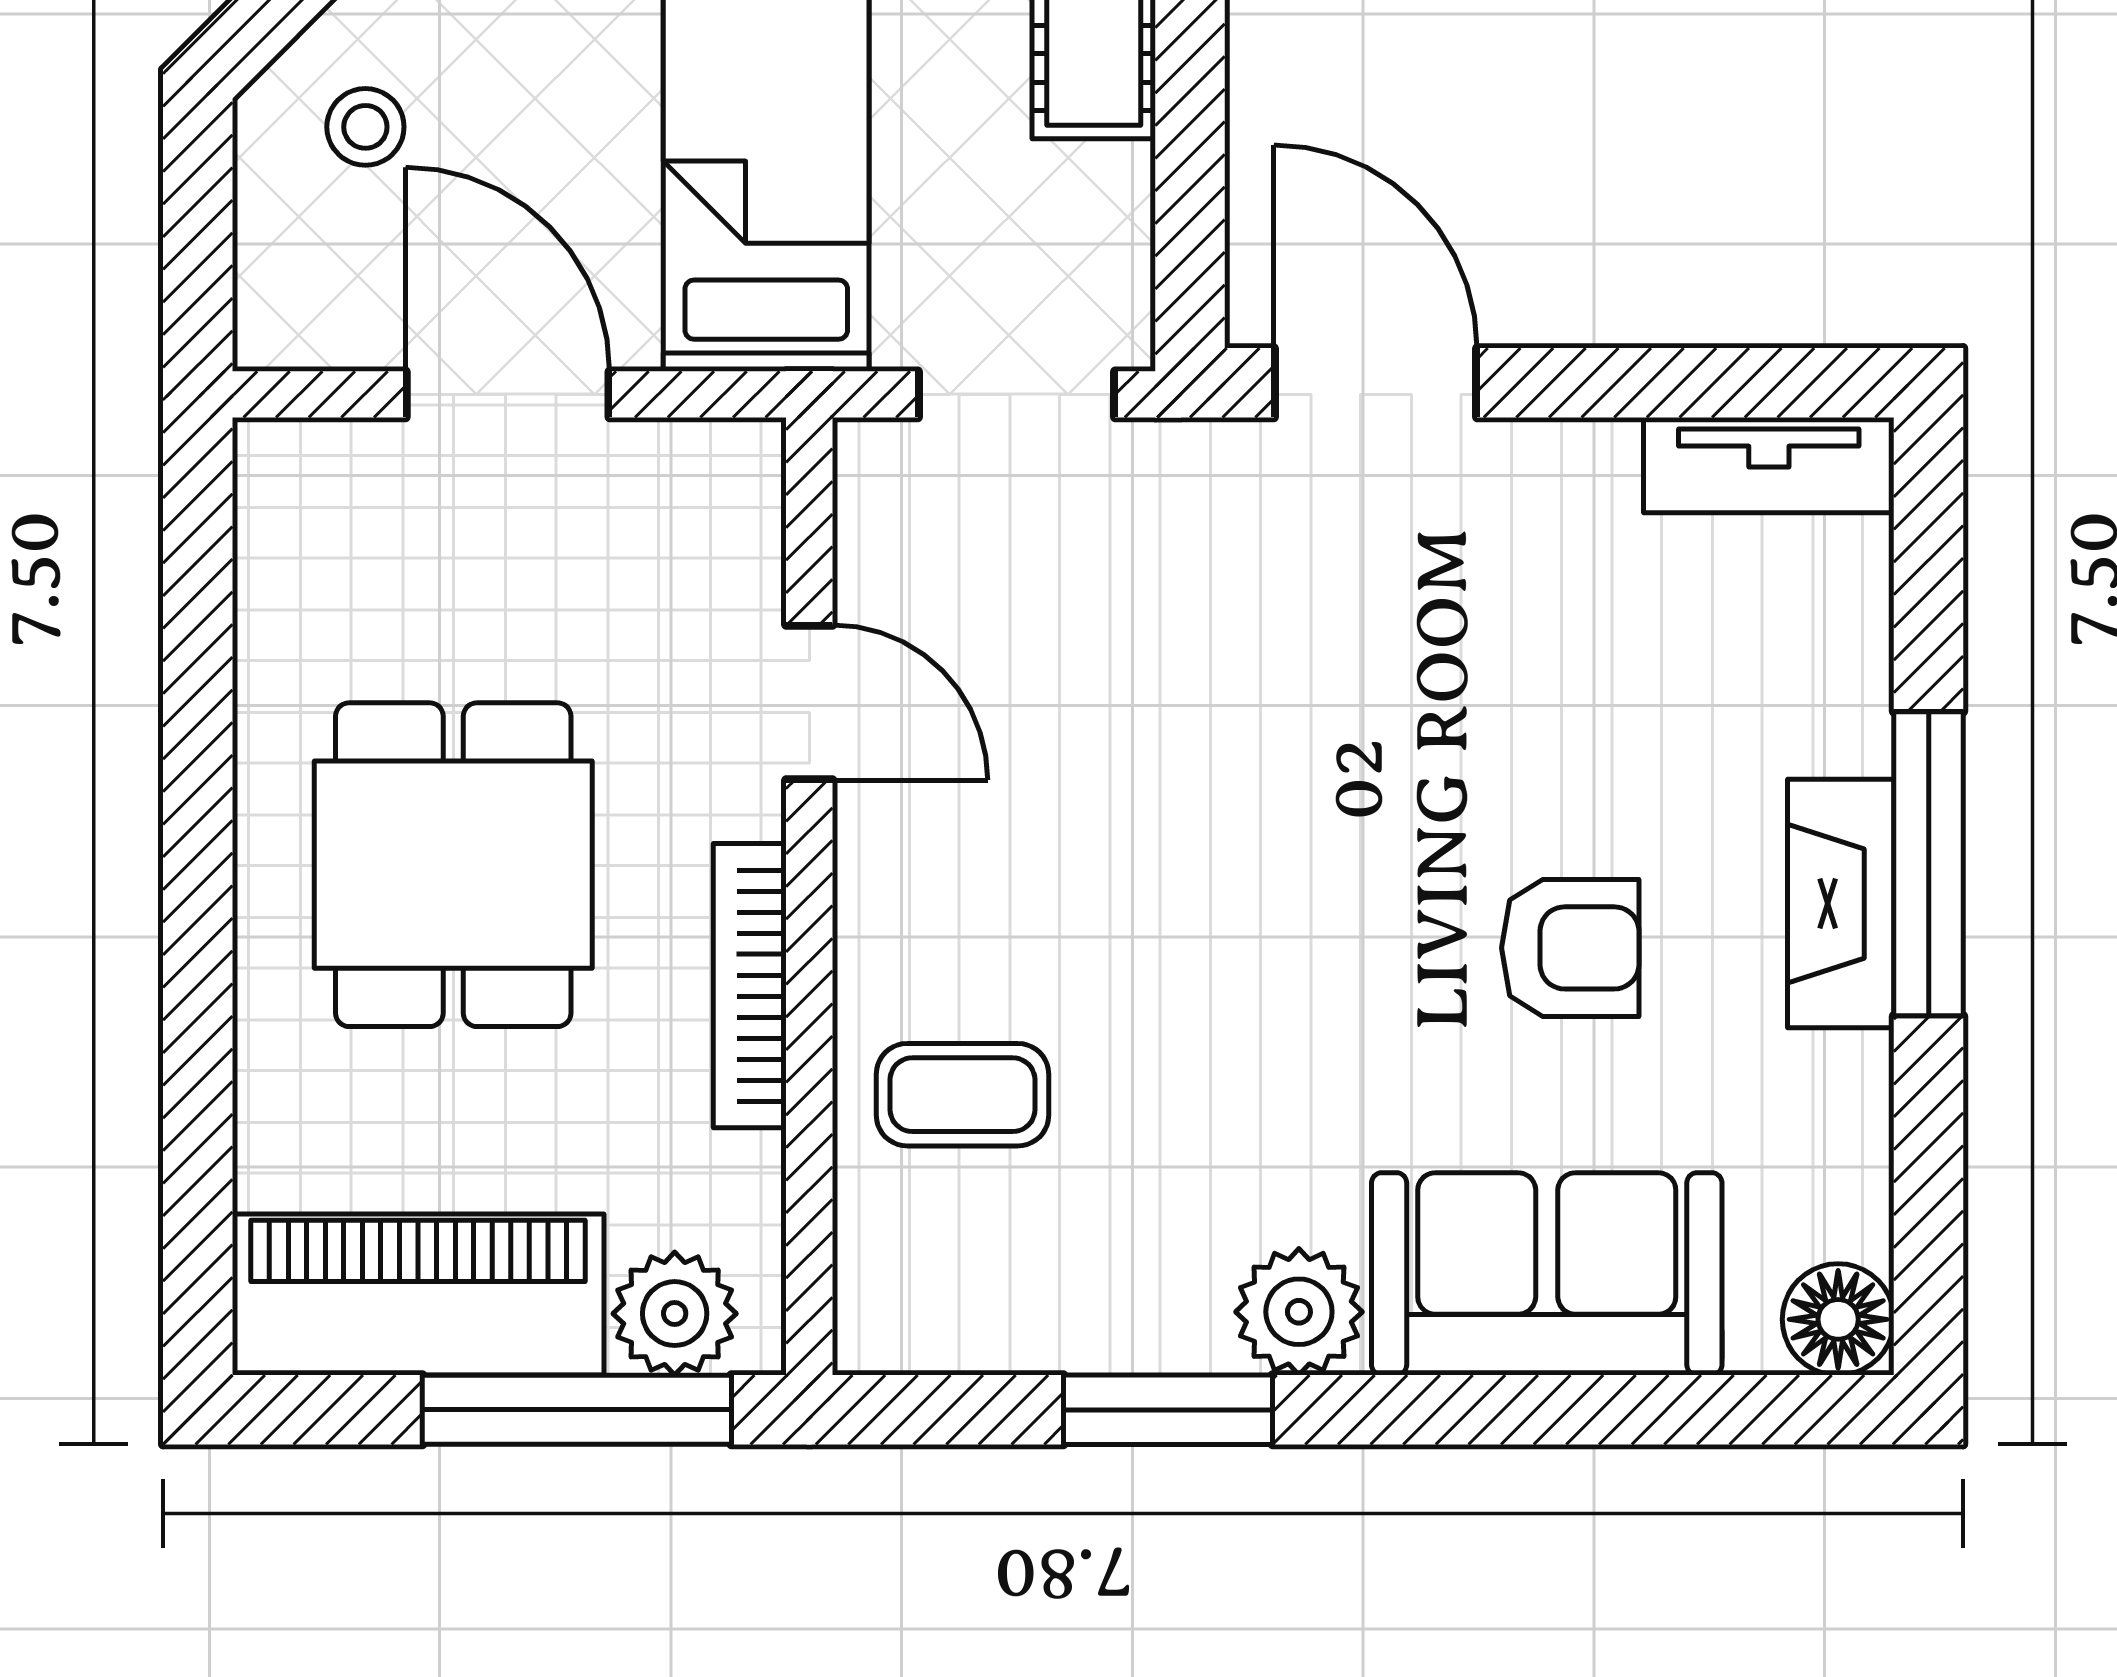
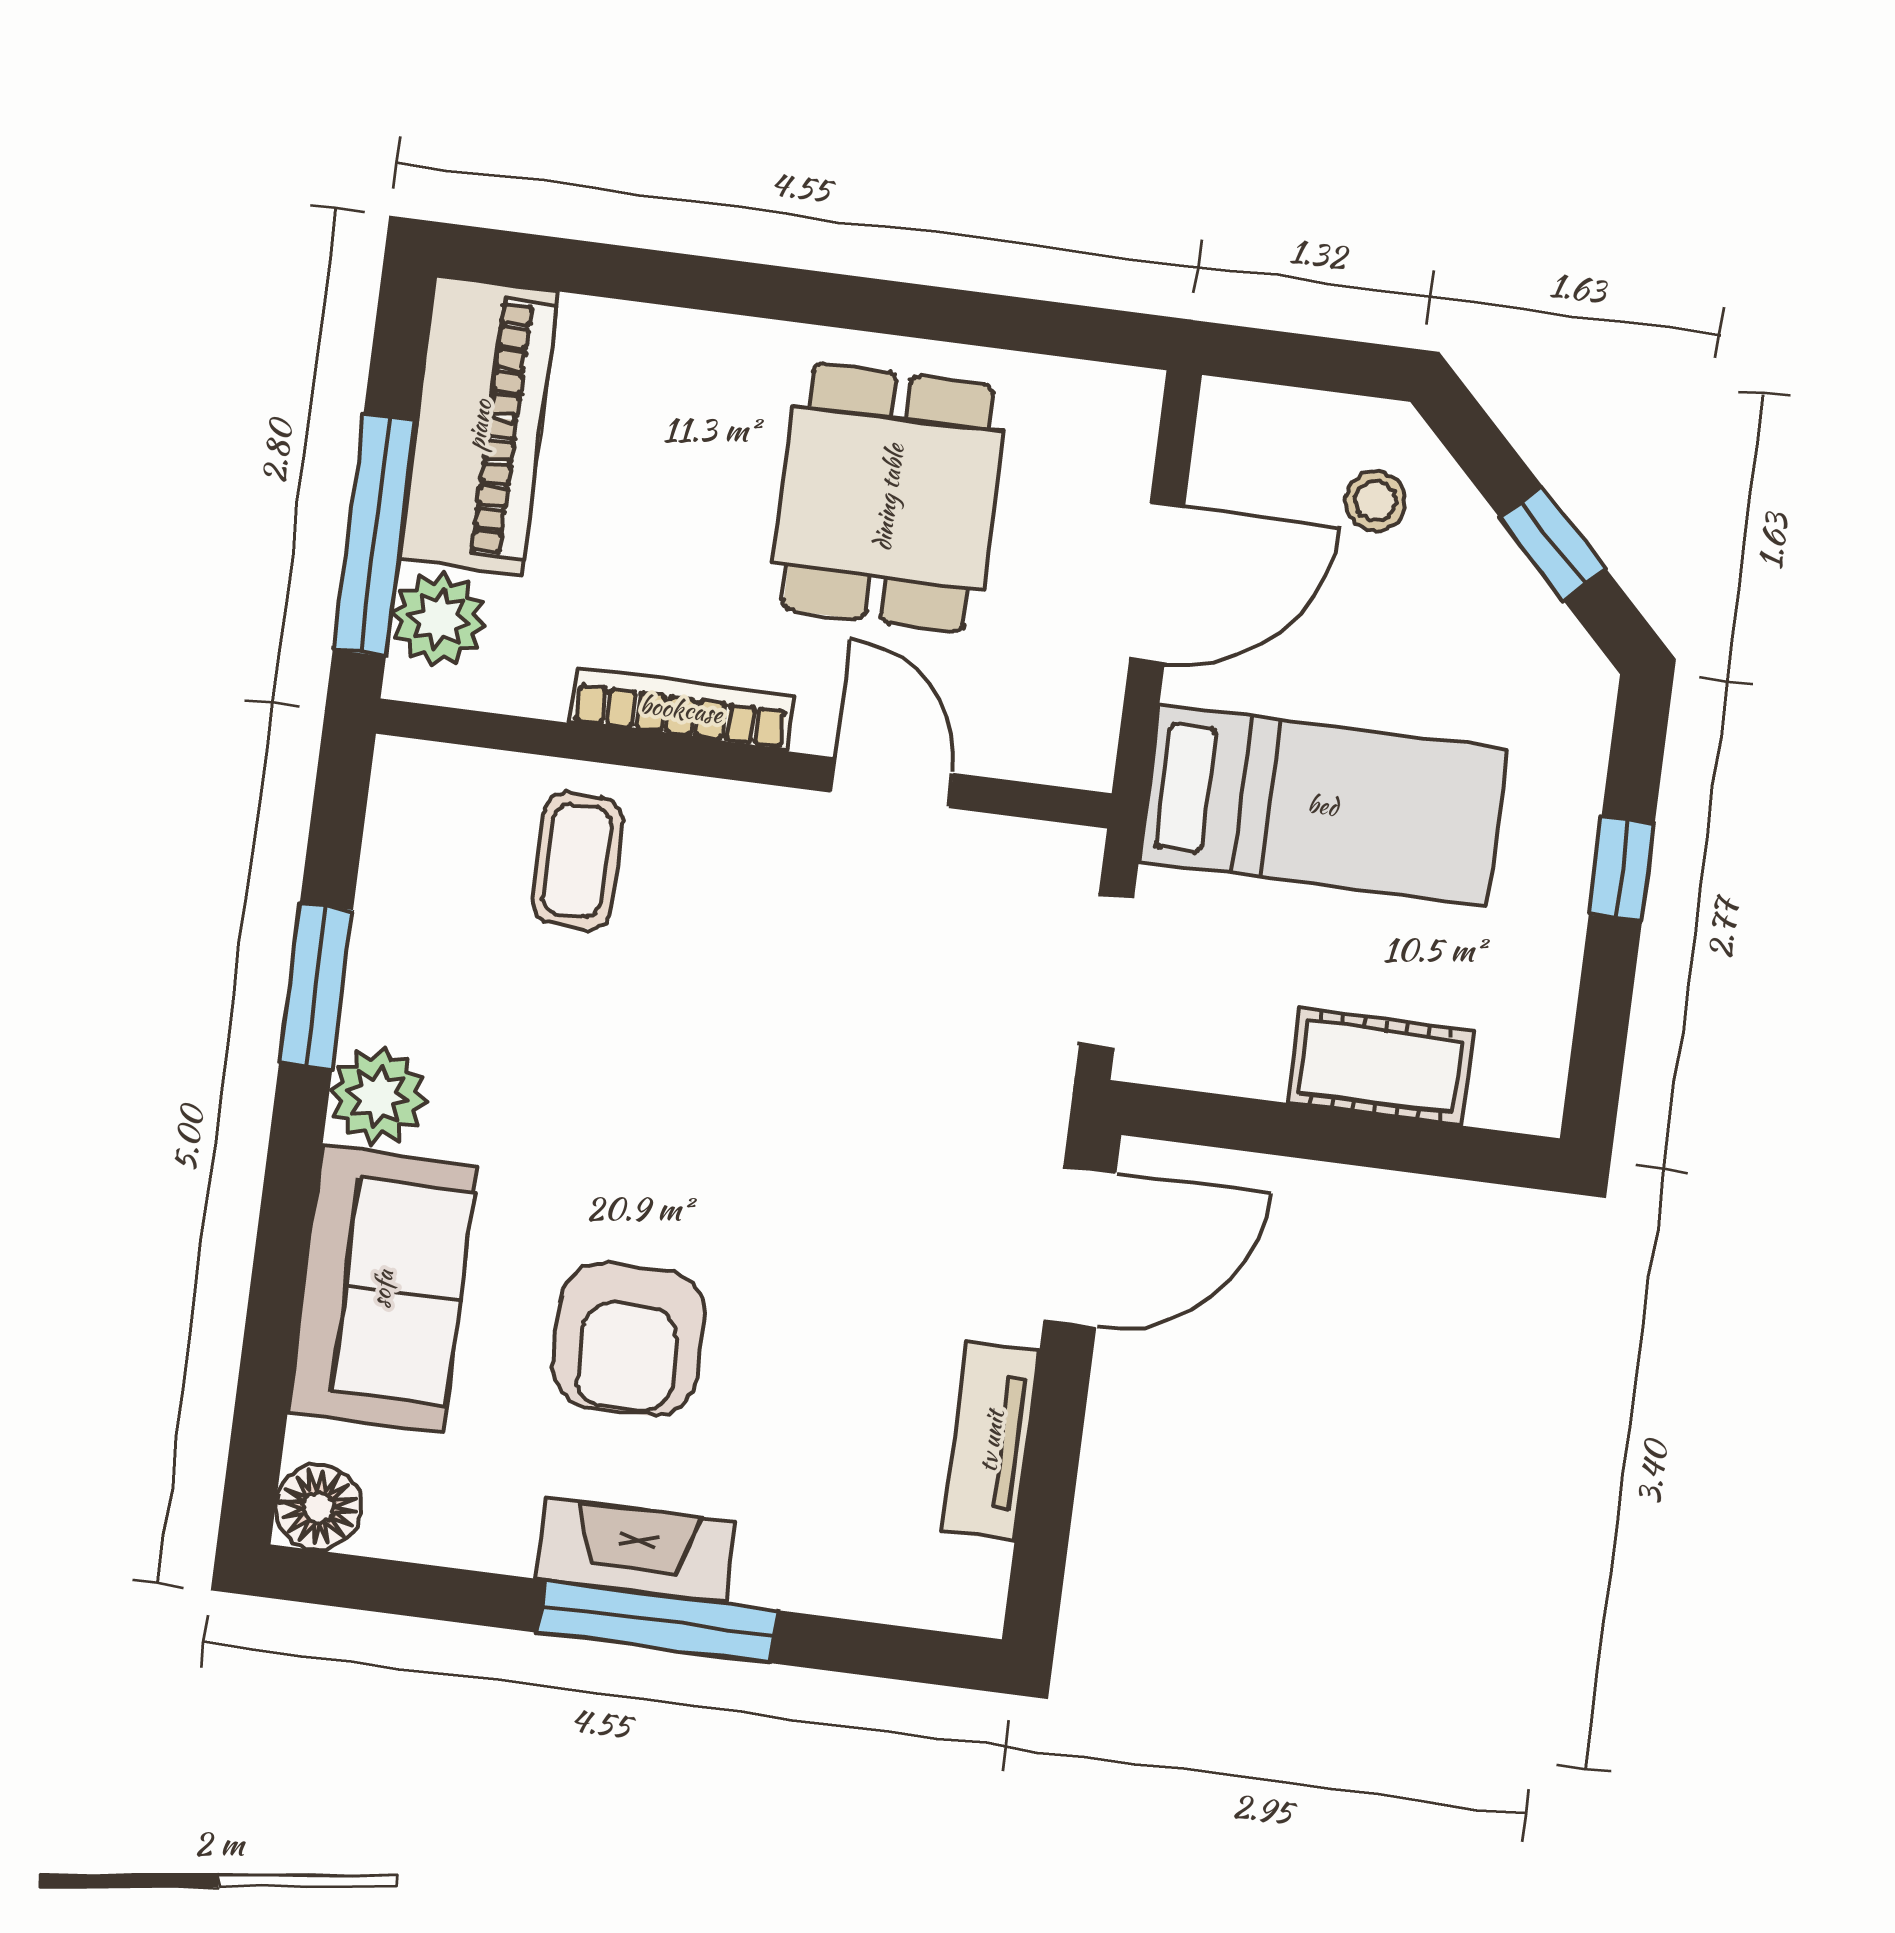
tv unit: (1769, 465) -> (991, 1441), moved
door: (809, 702) -> (892, 783), swing flipped
dining table: (453, 865) -> (888, 497), moved, turned 90
armchair: (1570, 948) -> (629, 1340), width x1.38, depth x1.38

